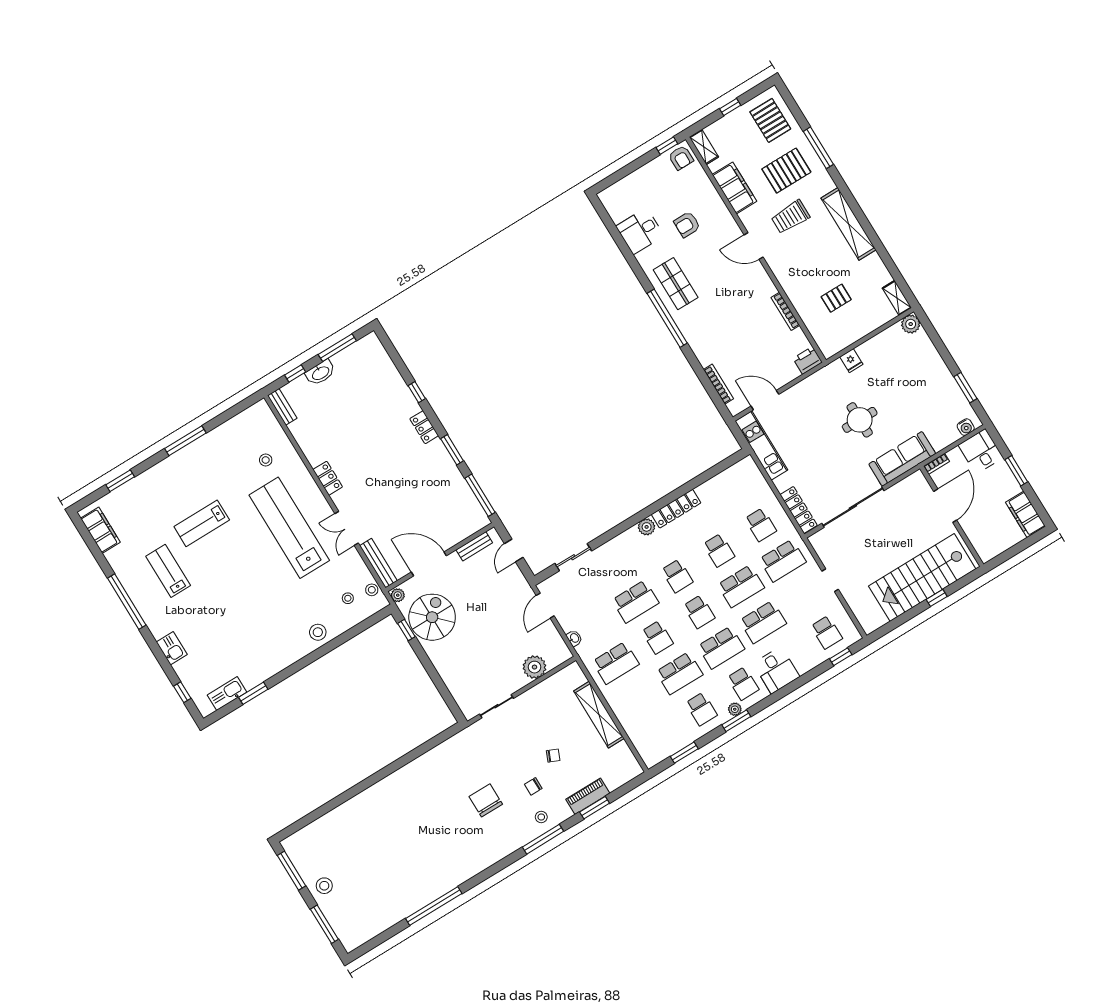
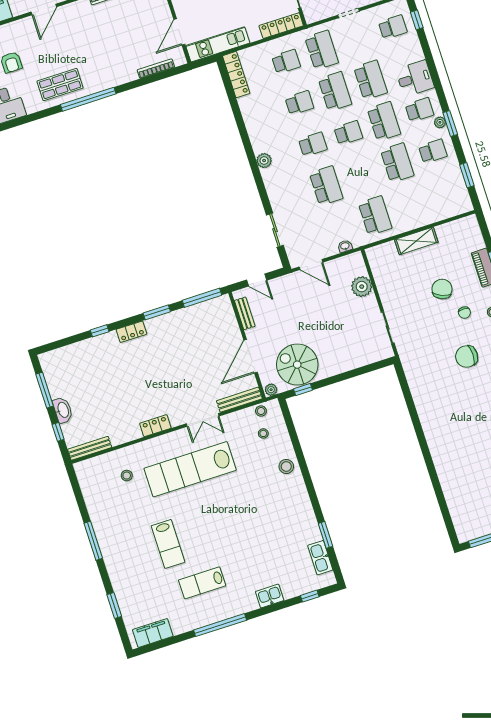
bench: (282, 407) -> (90, 448), width x1.36
locker: (676, 509) -> (236, 75), moved
school desk: (657, 637) -> (362, 174), removed
shelving: (599, 715) -> (416, 241), width x0.68
chair: (553, 756) -> (442, 289), width x1.87, depth x1.87

